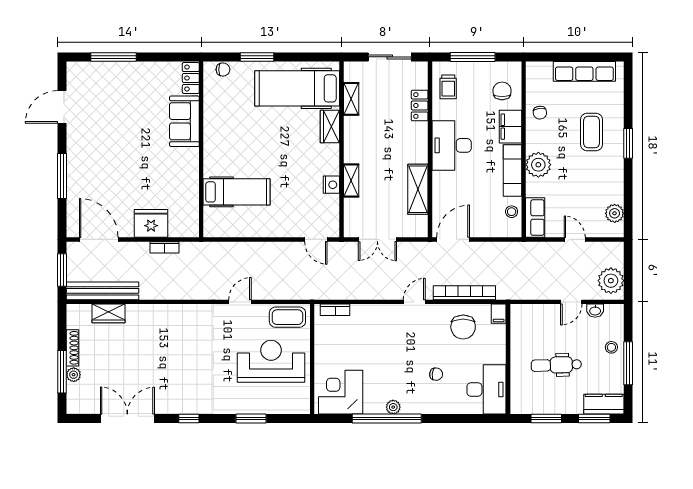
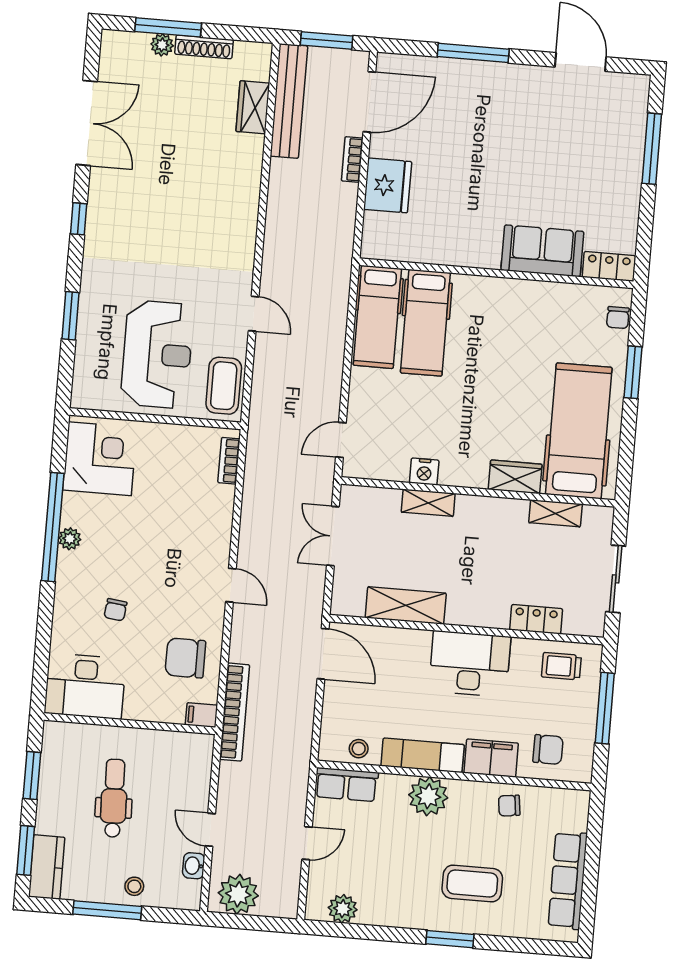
hospital bed: (235, 223) -> (377, 317), added
bookcase: (164, 247) -> (352, 159), moved
bookcase: (464, 293) -> (235, 712), moved

